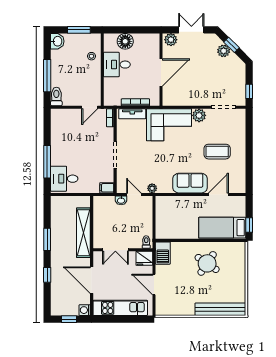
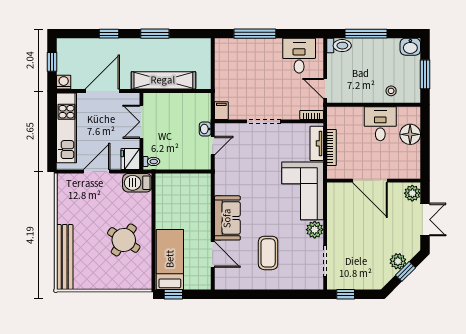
desk: (64, 179) -> (299, 56), moved
plant: (152, 188) -> (221, 169), removed

